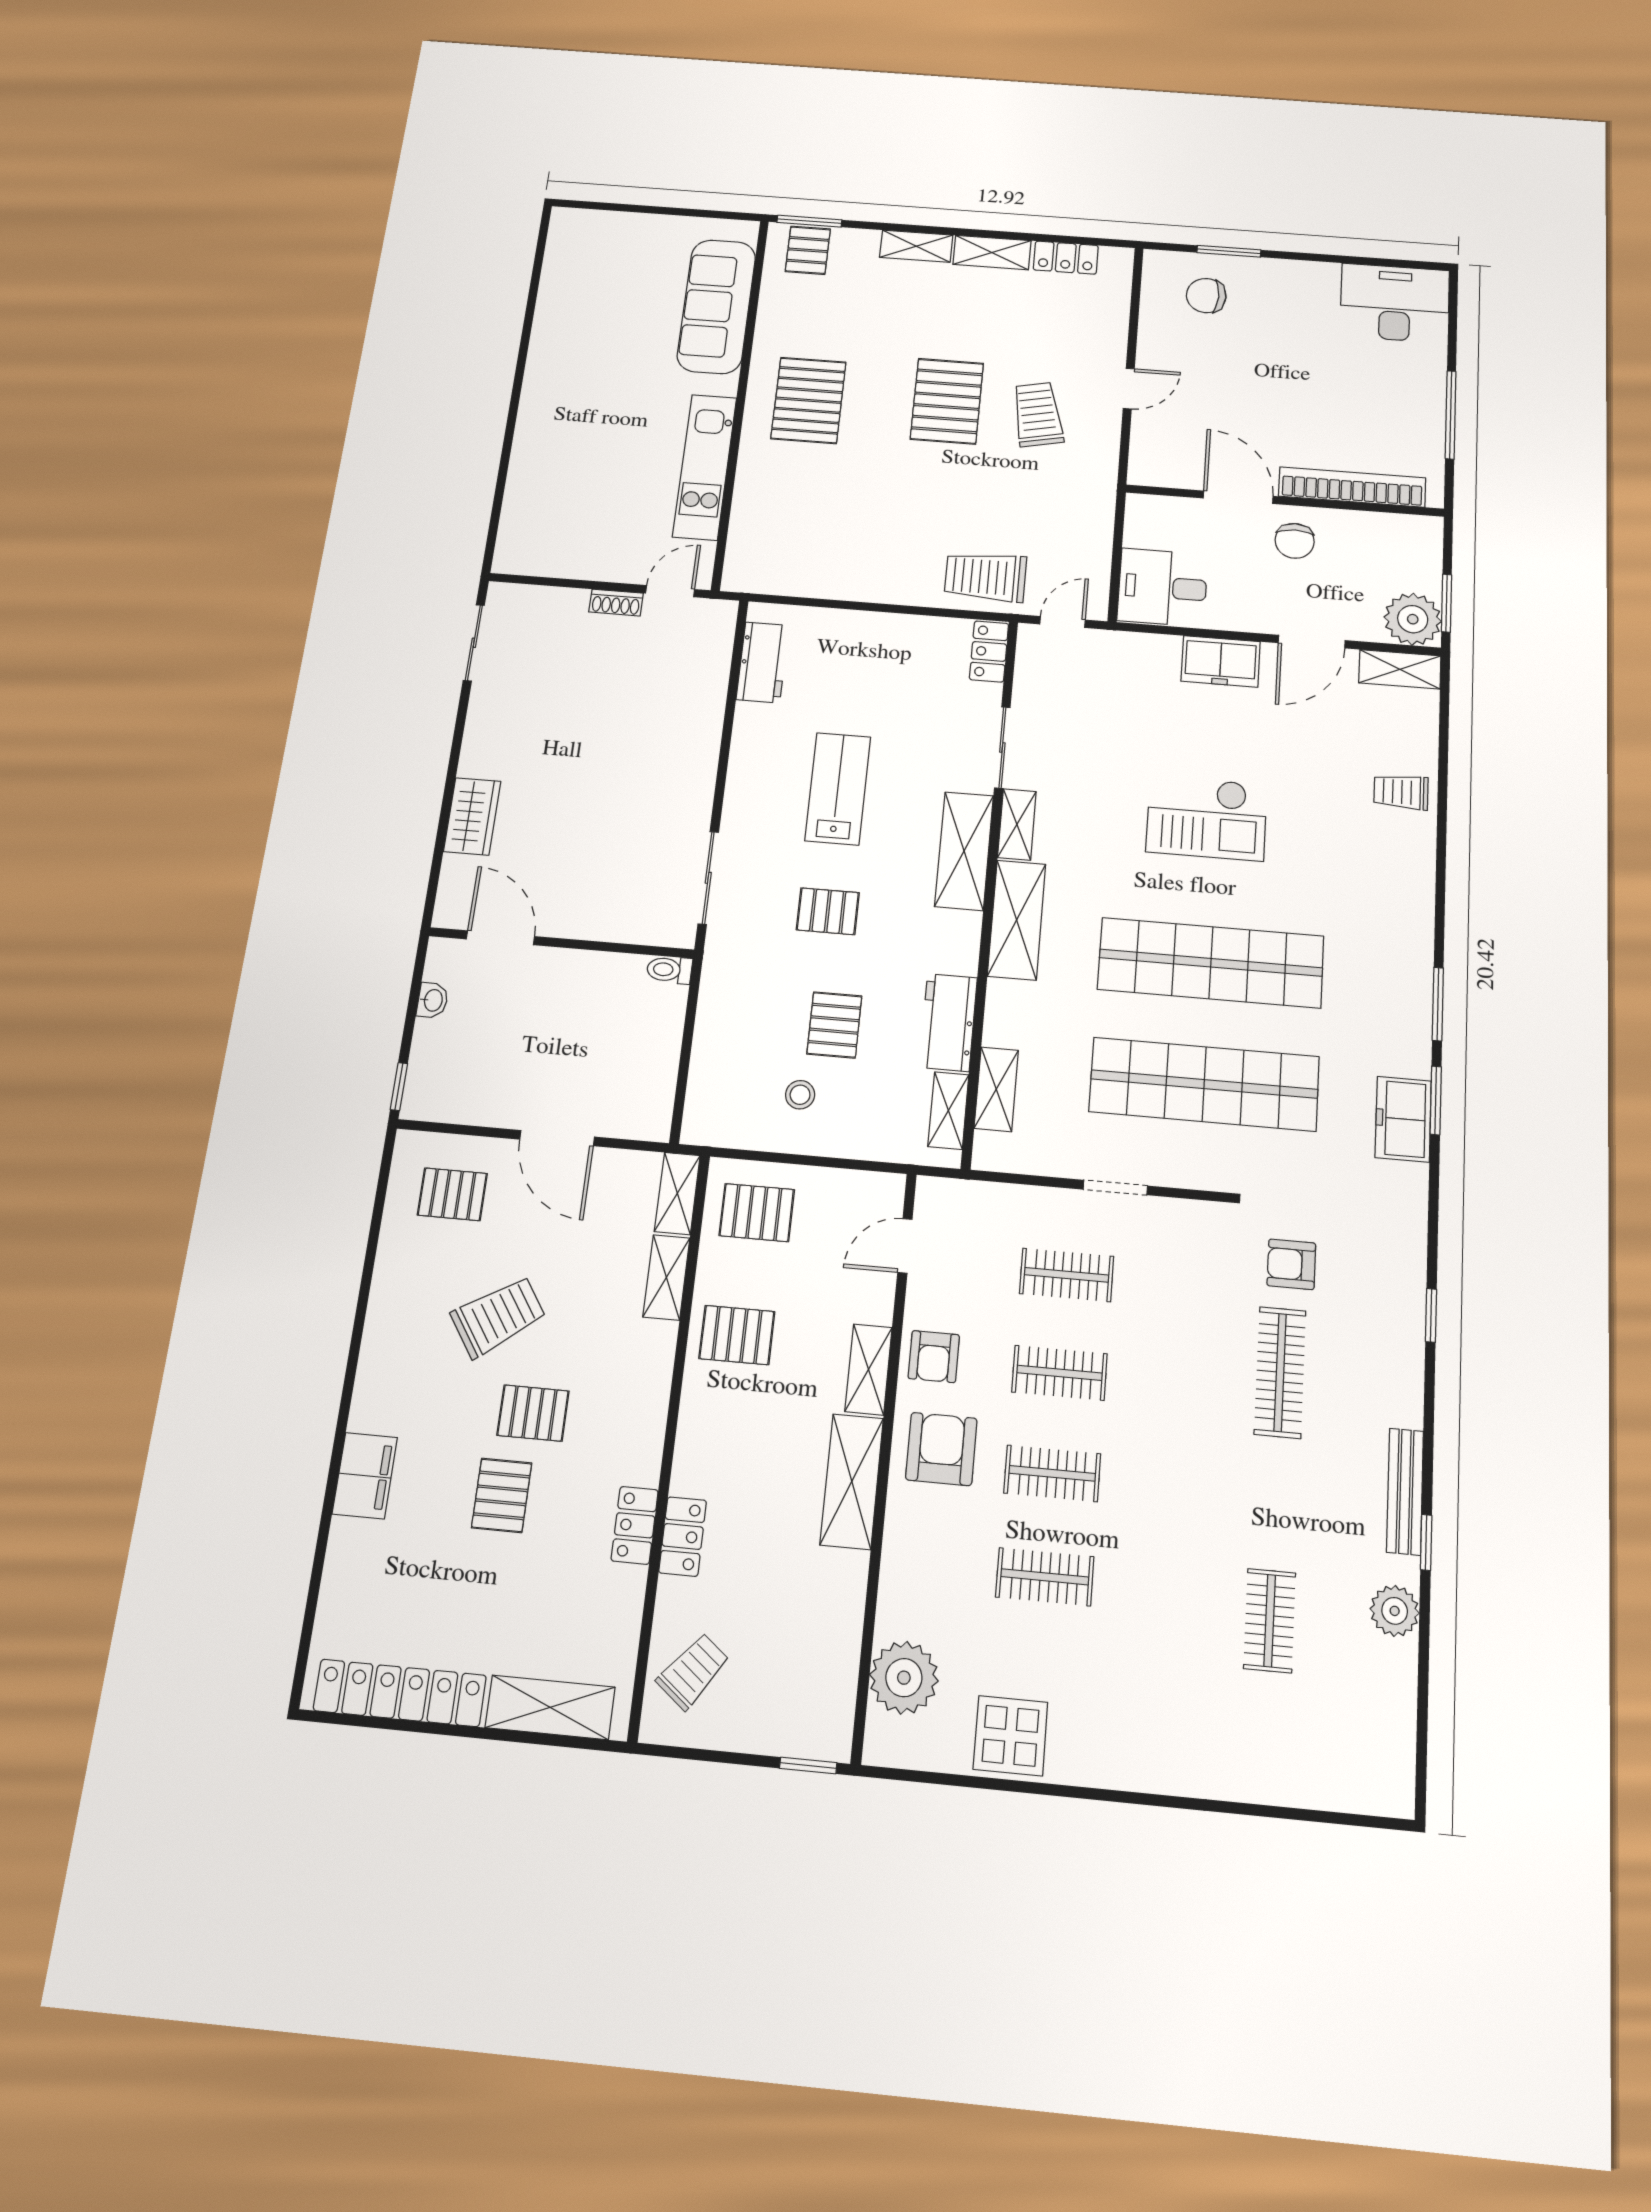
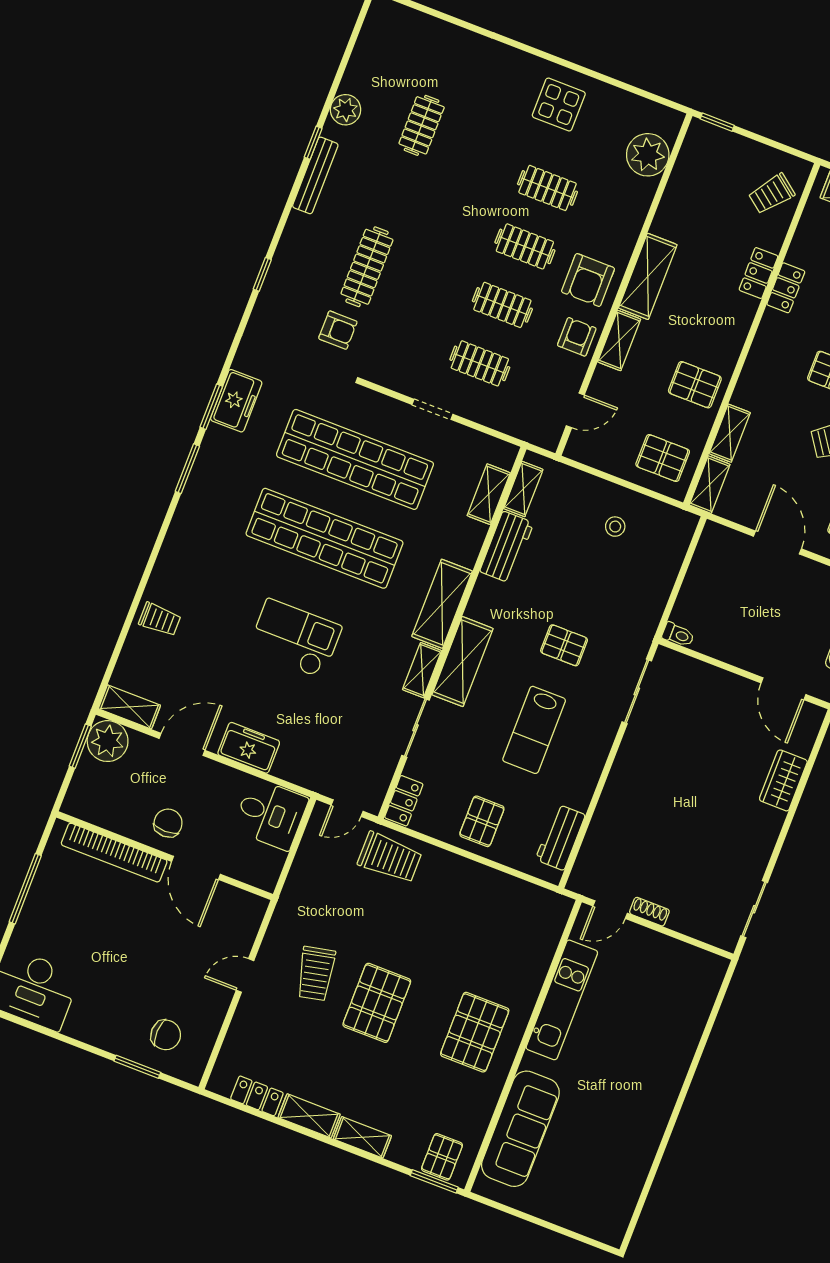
pallet: (834, 1025) -> (482, 821), moved
display table: (1011, 1736) -> (559, 105), moved

